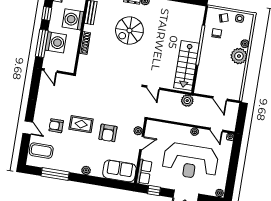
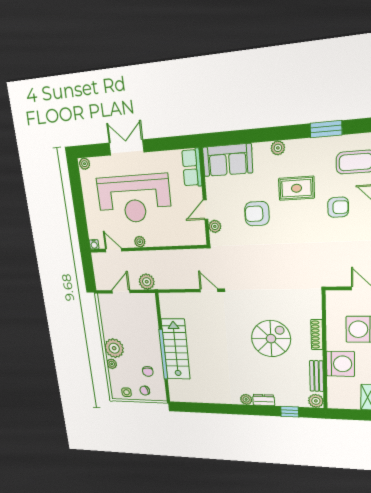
spiral stairs: (129, 31) -> (271, 339), moved
stairs: (187, 66) -> (176, 349), moved
door: (220, 99) -> (121, 292), hinge flipped
plant: (187, 101) -> (147, 282), moved
rug: (81, 124) -> (296, 188), moved
armchair: (108, 133) -> (257, 214), turned -90
reception desk: (190, 161) -> (134, 199), turned 180
window: (55, 174) -> (326, 129), width x0.69
window: (154, 190) -> (171, 143), removed

